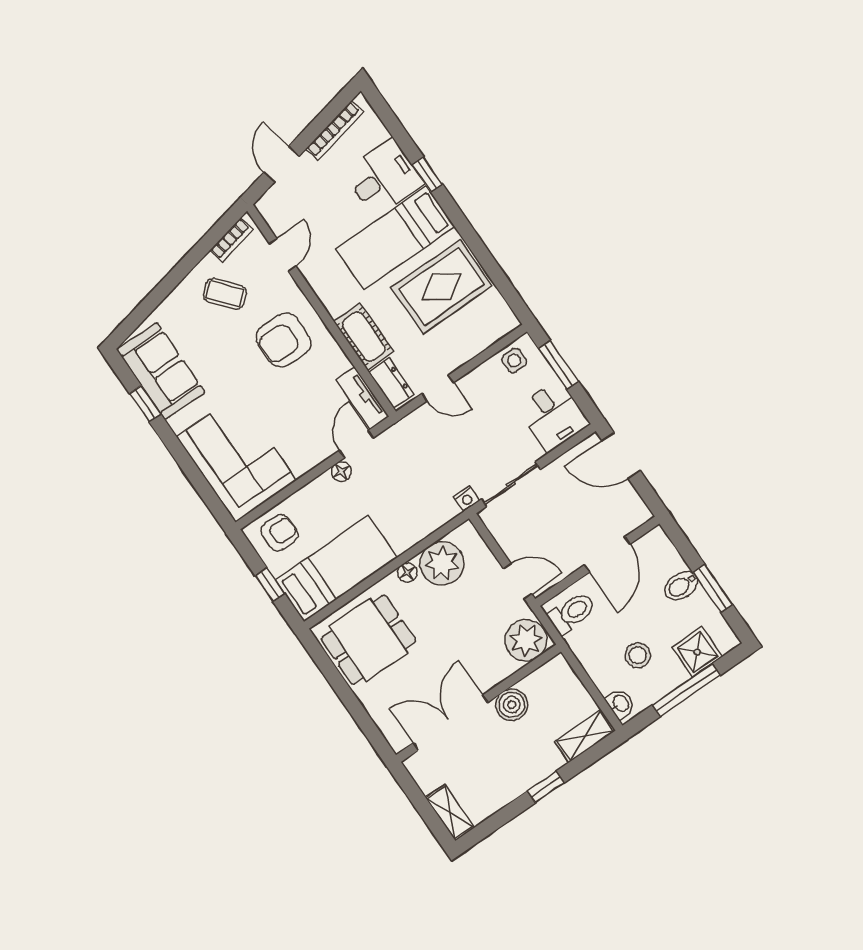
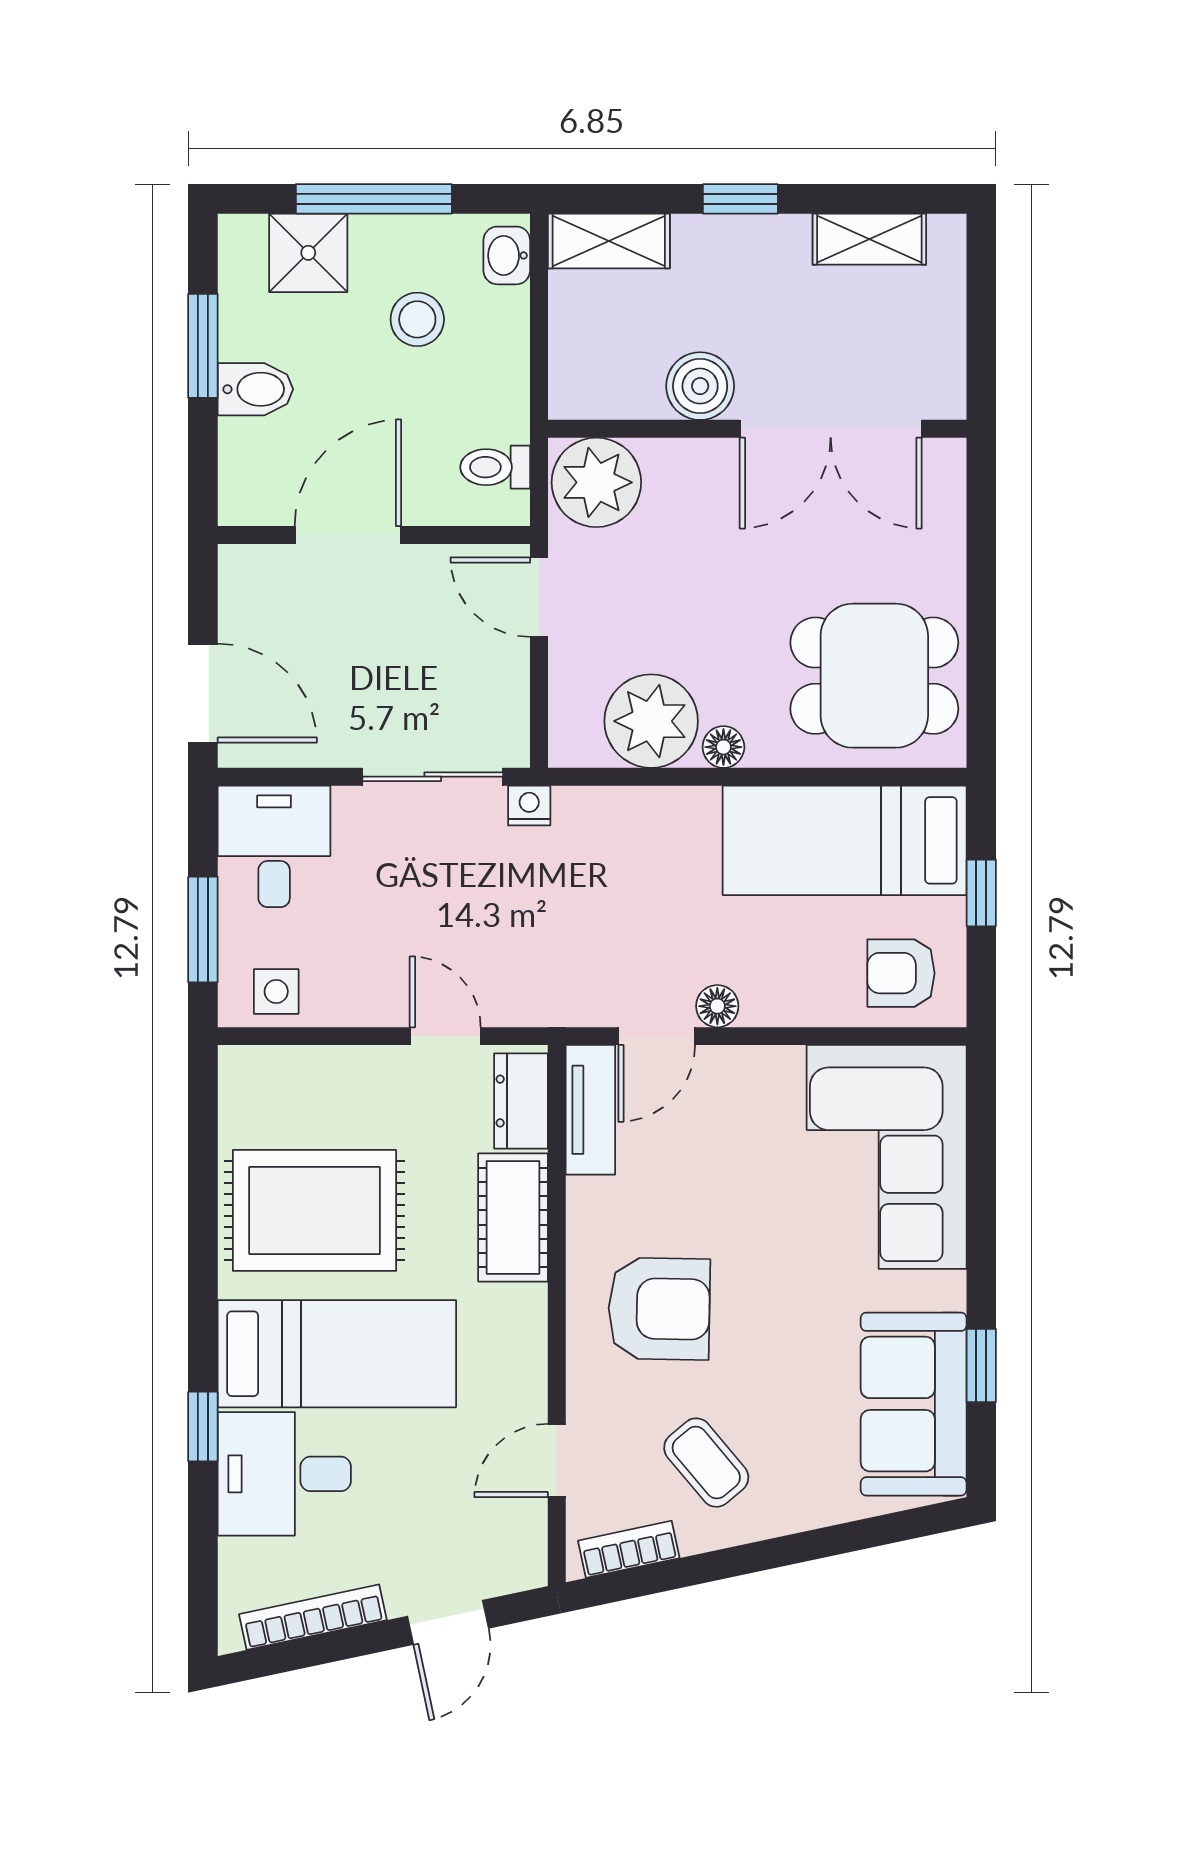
toilet: (572, 613) -> (495, 467), width x0.73, depth x0.72
shelving: (450, 813) -> (869, 239), moved, turned 90

